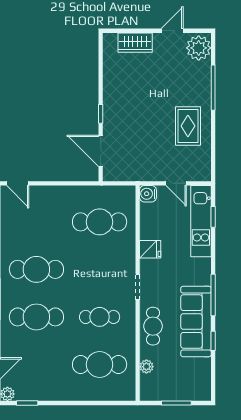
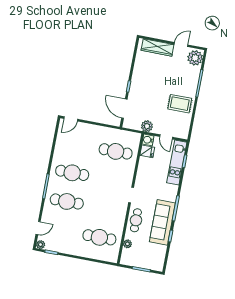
wardrobe: (135, 43) -> (157, 47), width x1.50
rug: (188, 126) -> (180, 104), turned 90
plant: (142, 172) -> (147, 126), added
door: (18, 183) -> (71, 119), hinge flipped
fridge: (150, 249) -> (147, 151), moved
cafe table: (100, 317) -> (105, 209), removed

